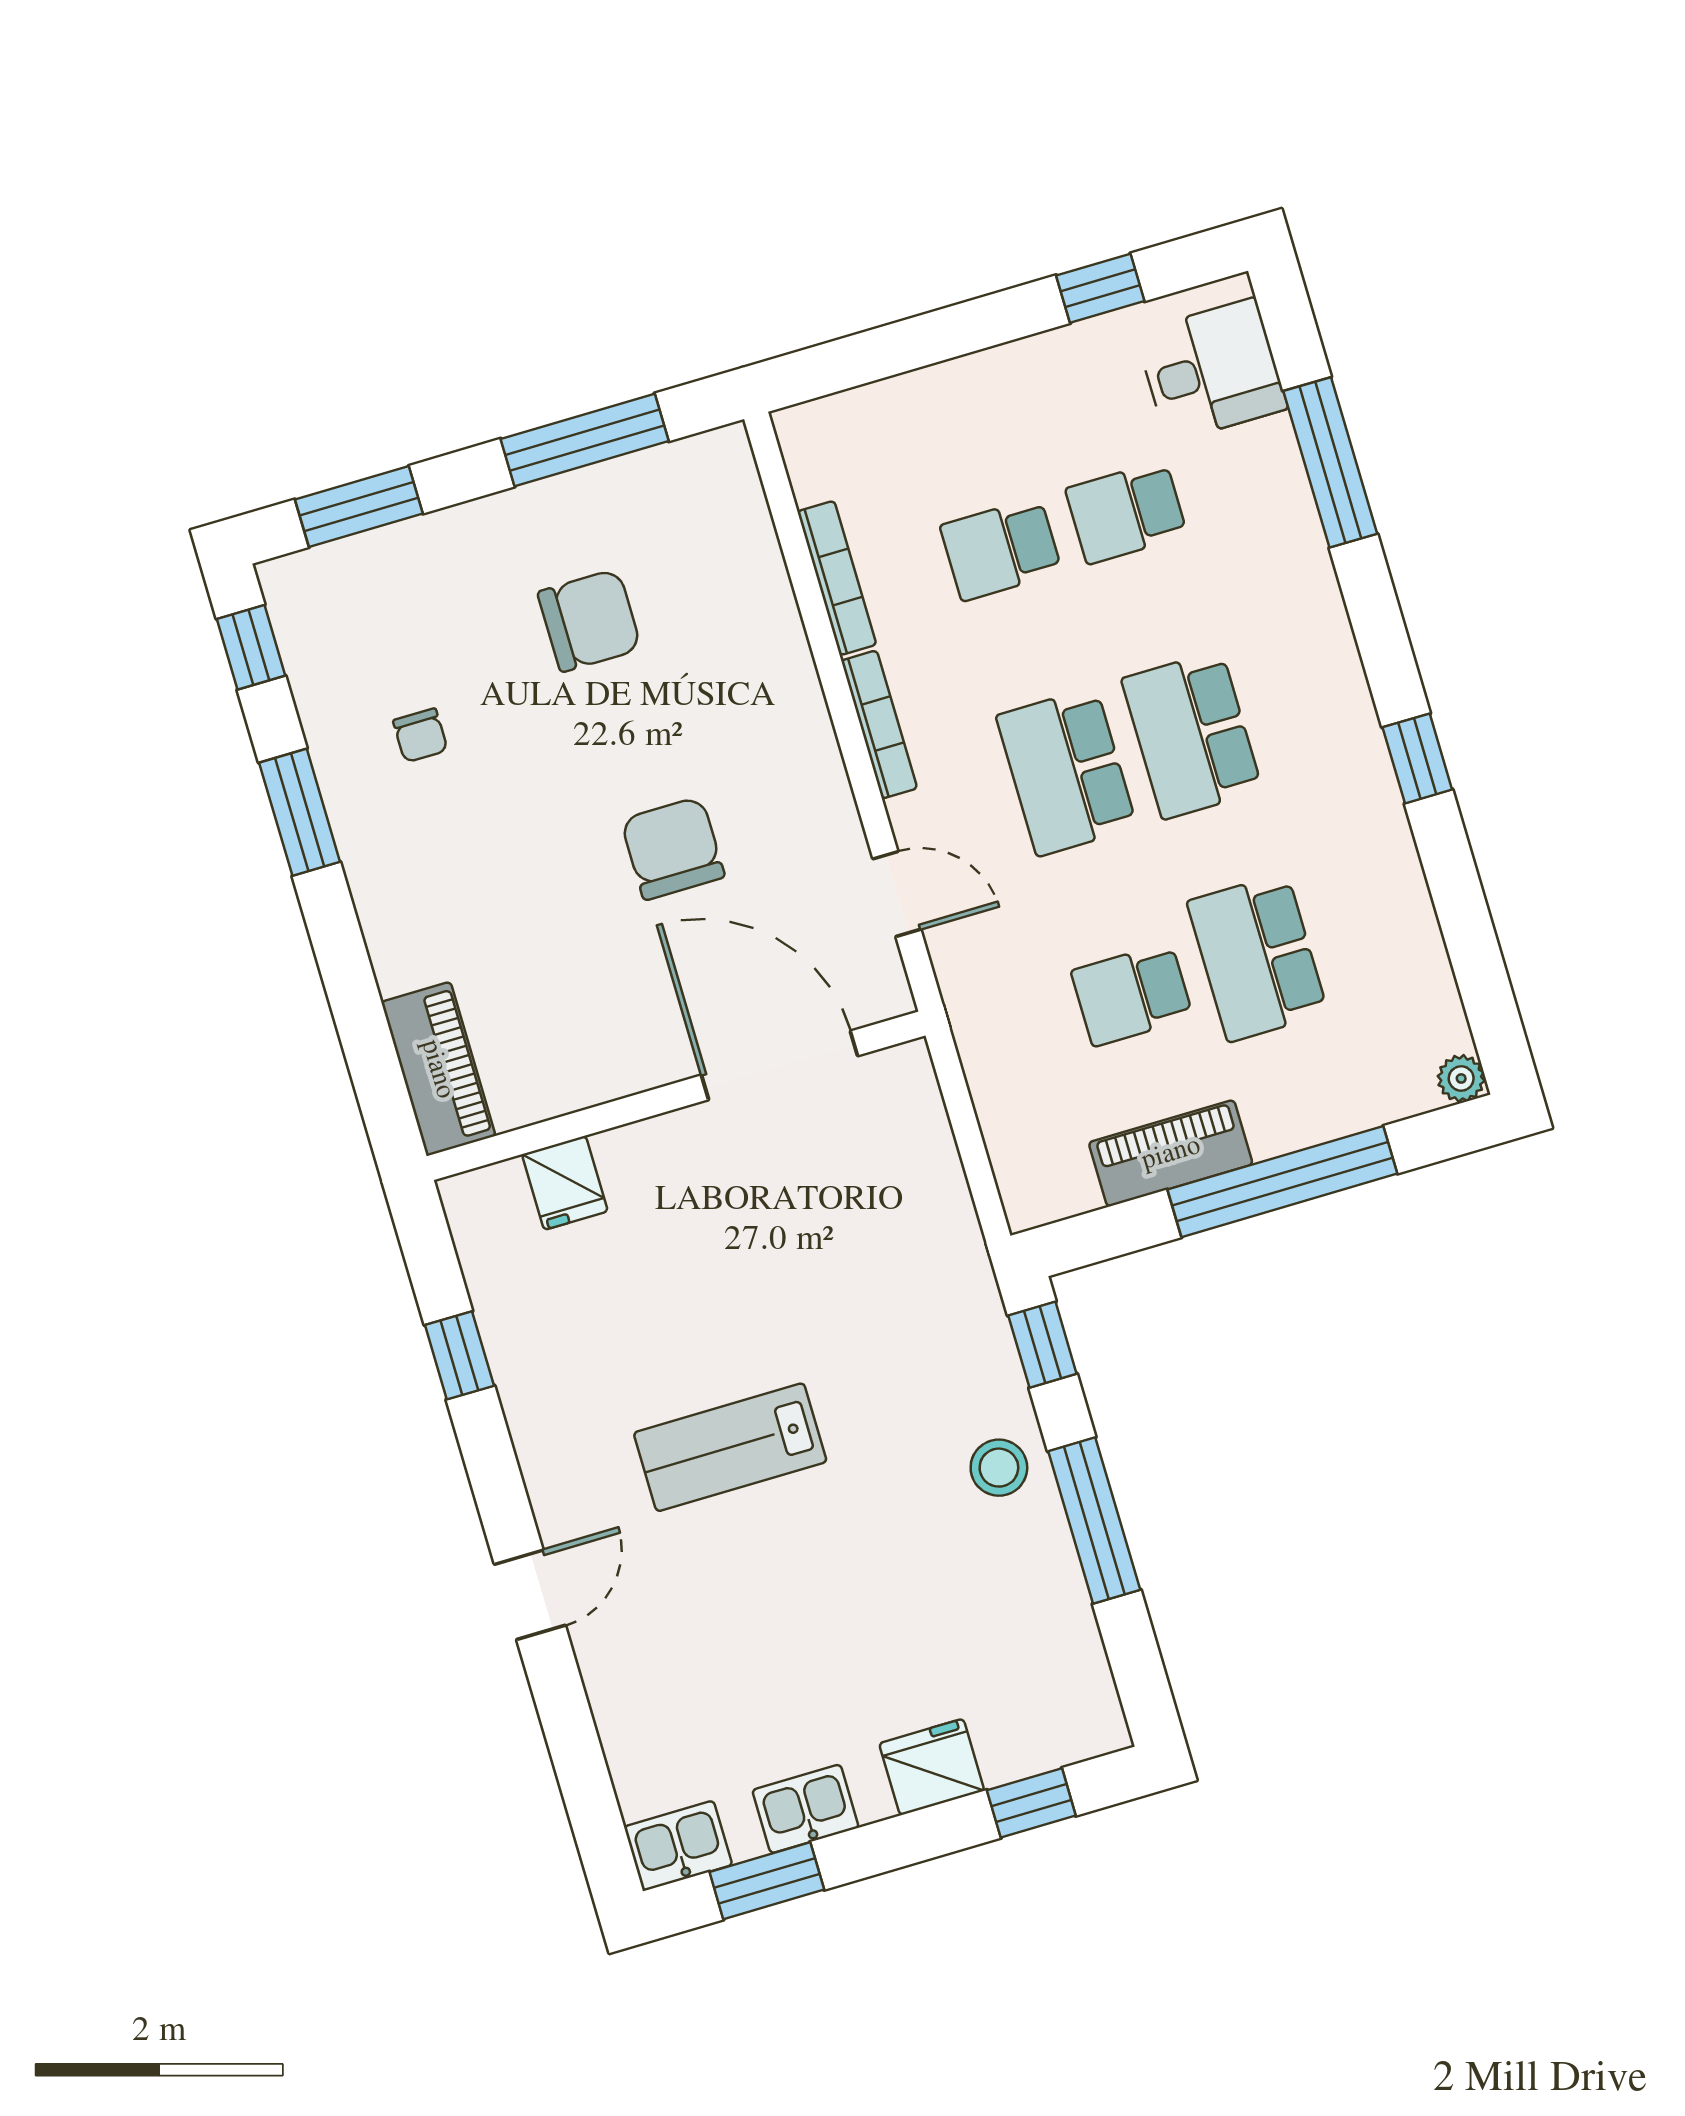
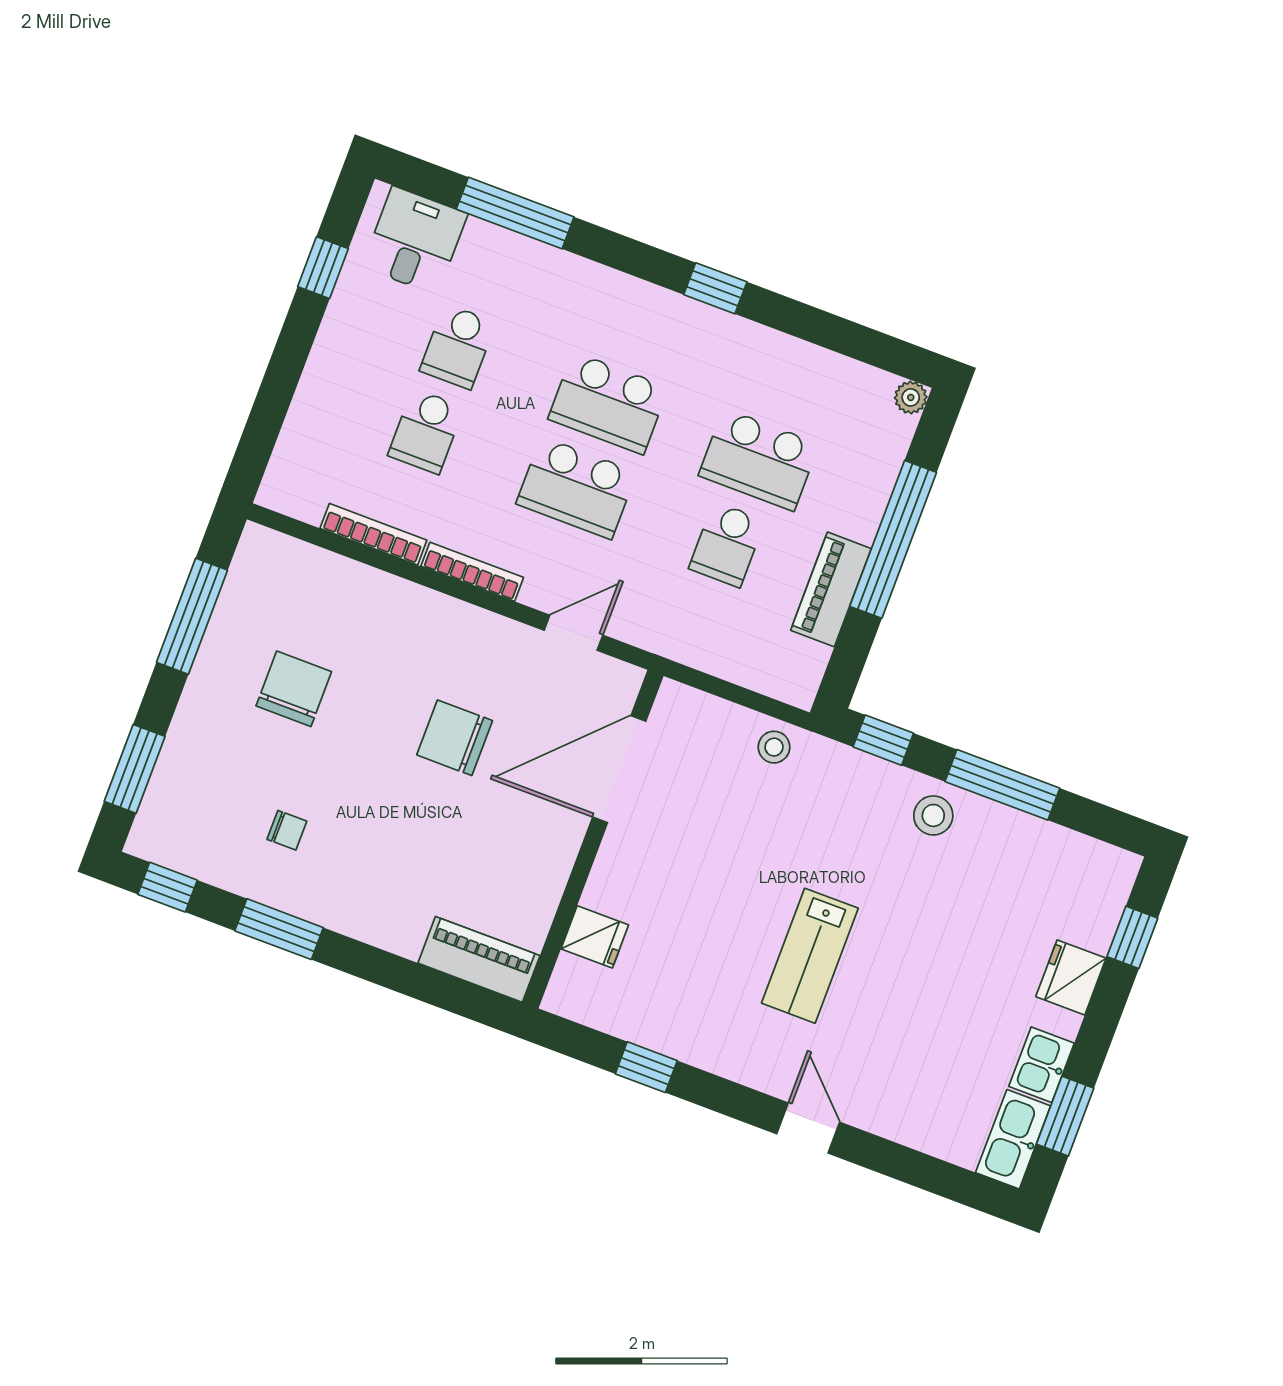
stool: (939, 1225) -> (774, 747), added
kitchen sink: (678, 1846) -> (1013, 1139), width x1.38

